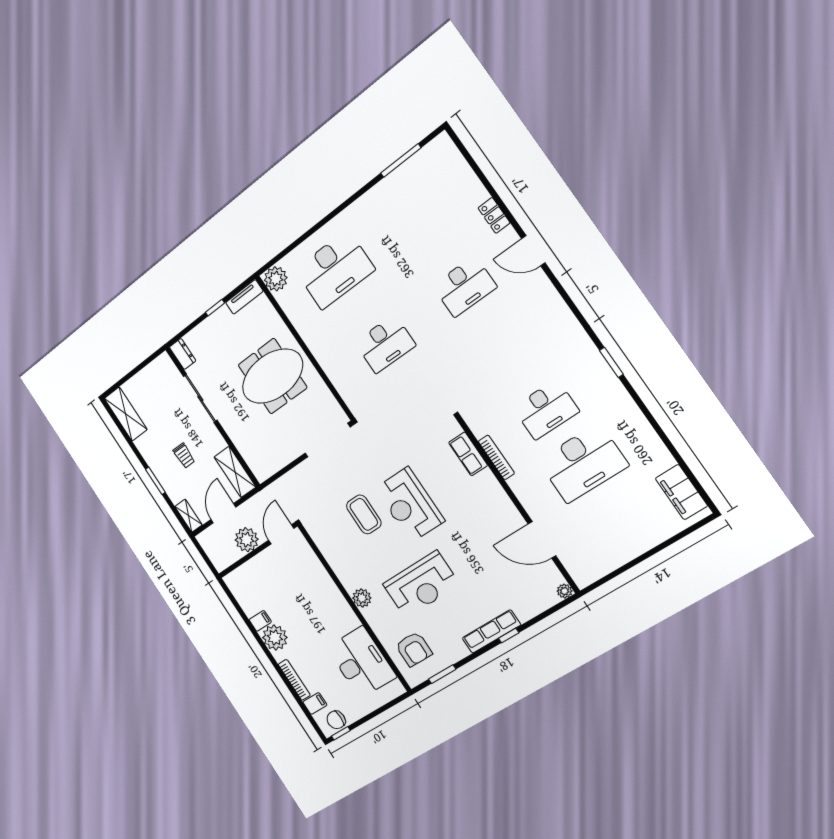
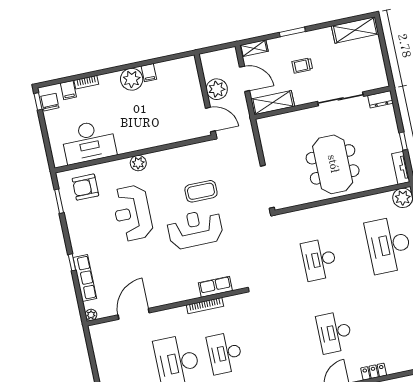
row of seats: (491, 632) -> (85, 278), moved
bookcase: (294, 680) -> (86, 82), width x0.64

